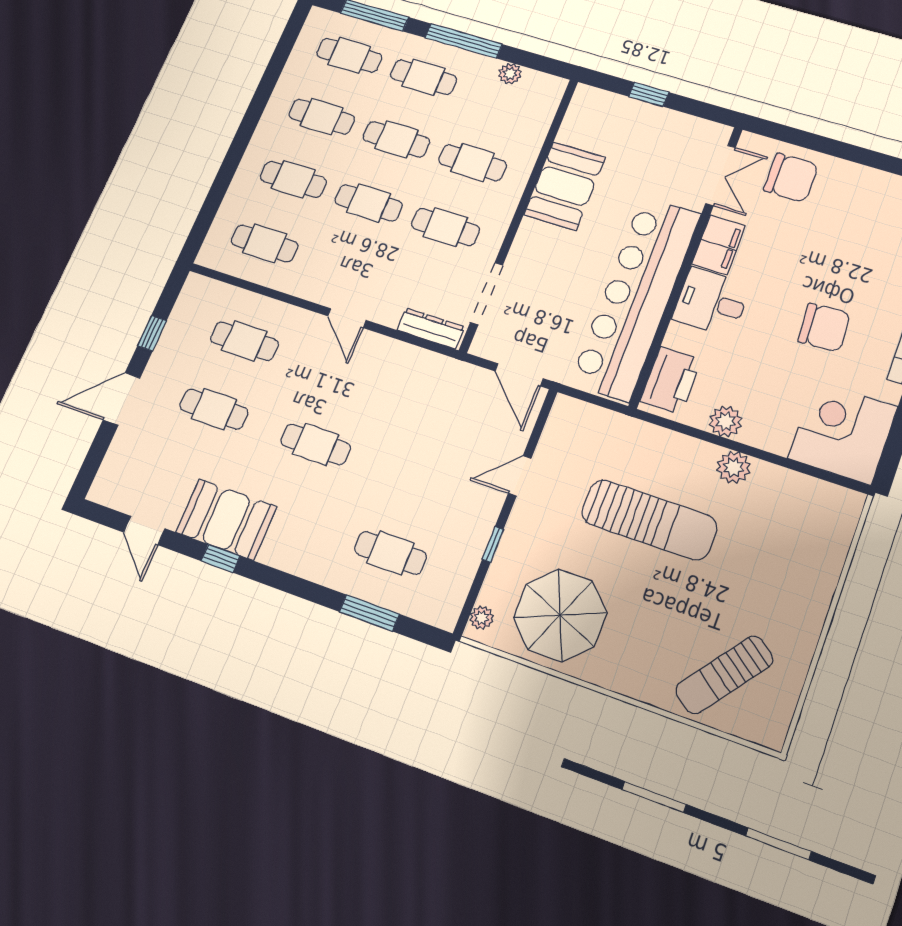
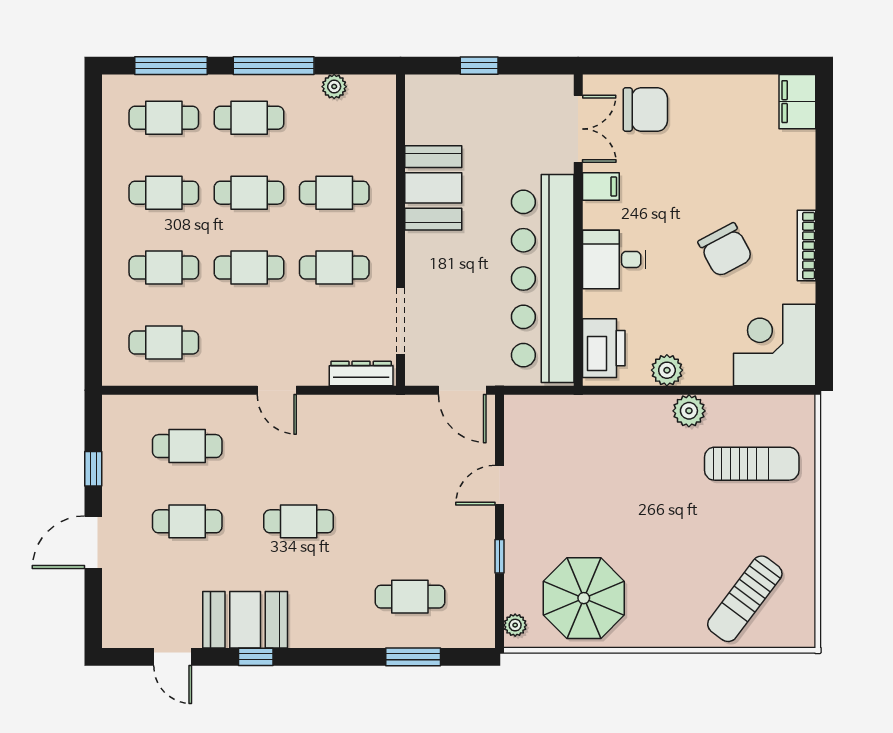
filing cabinet: (719, 245) -> (601, 187), width x0.50
chair: (824, 327) -> (725, 250), turned 65
sun lounger: (649, 520) -> (752, 464), moved, width x0.73, depth x0.75

